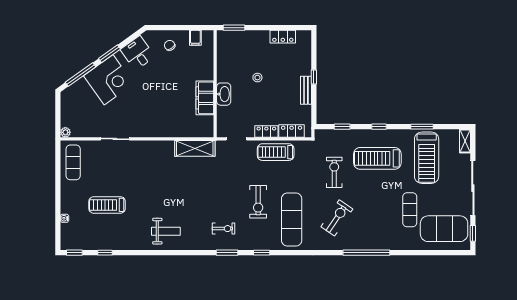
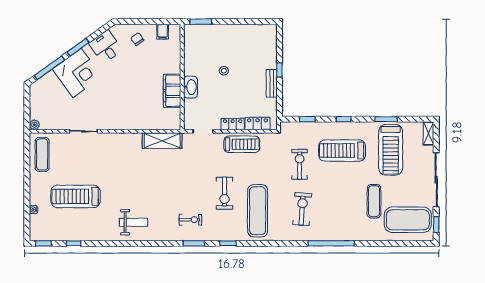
locker: (283, 37) -> (249, 30), removed
treadmill: (276, 152) -> (242, 144), turned 180
treadmill: (107, 205) -> (76, 196), width x1.37, depth x1.38
exercise bike: (337, 218) -> (302, 209), turned -30

